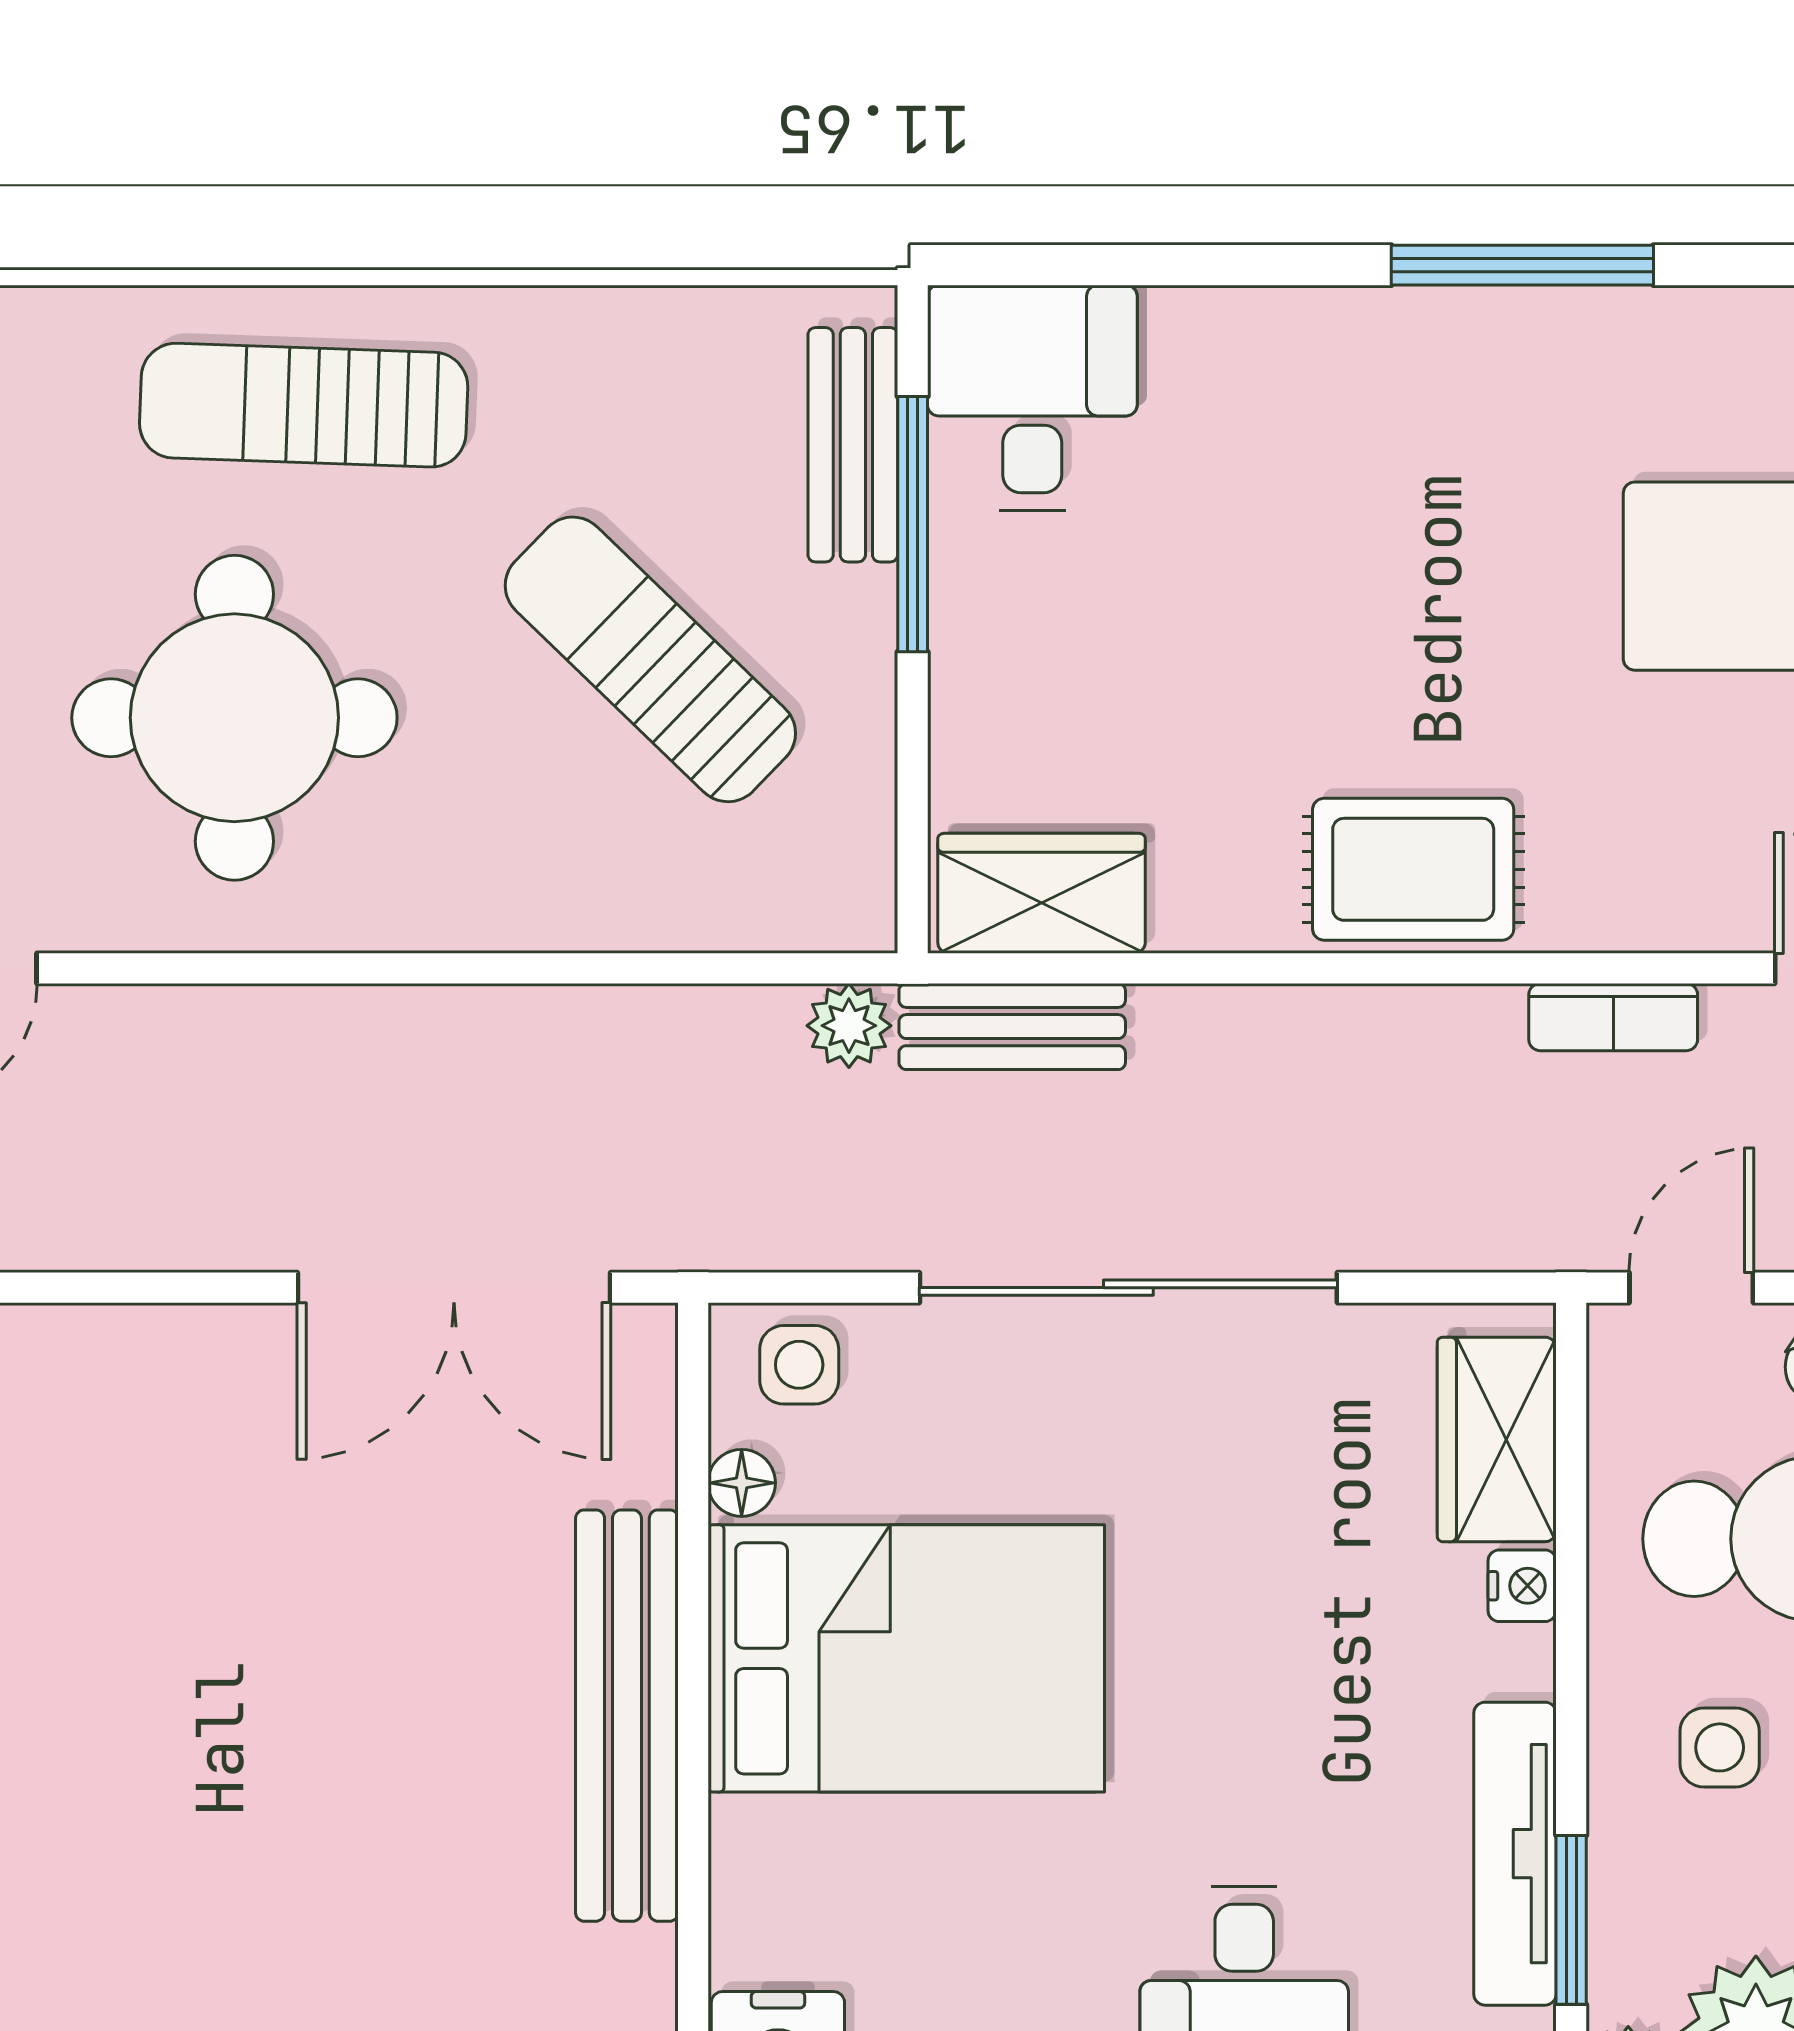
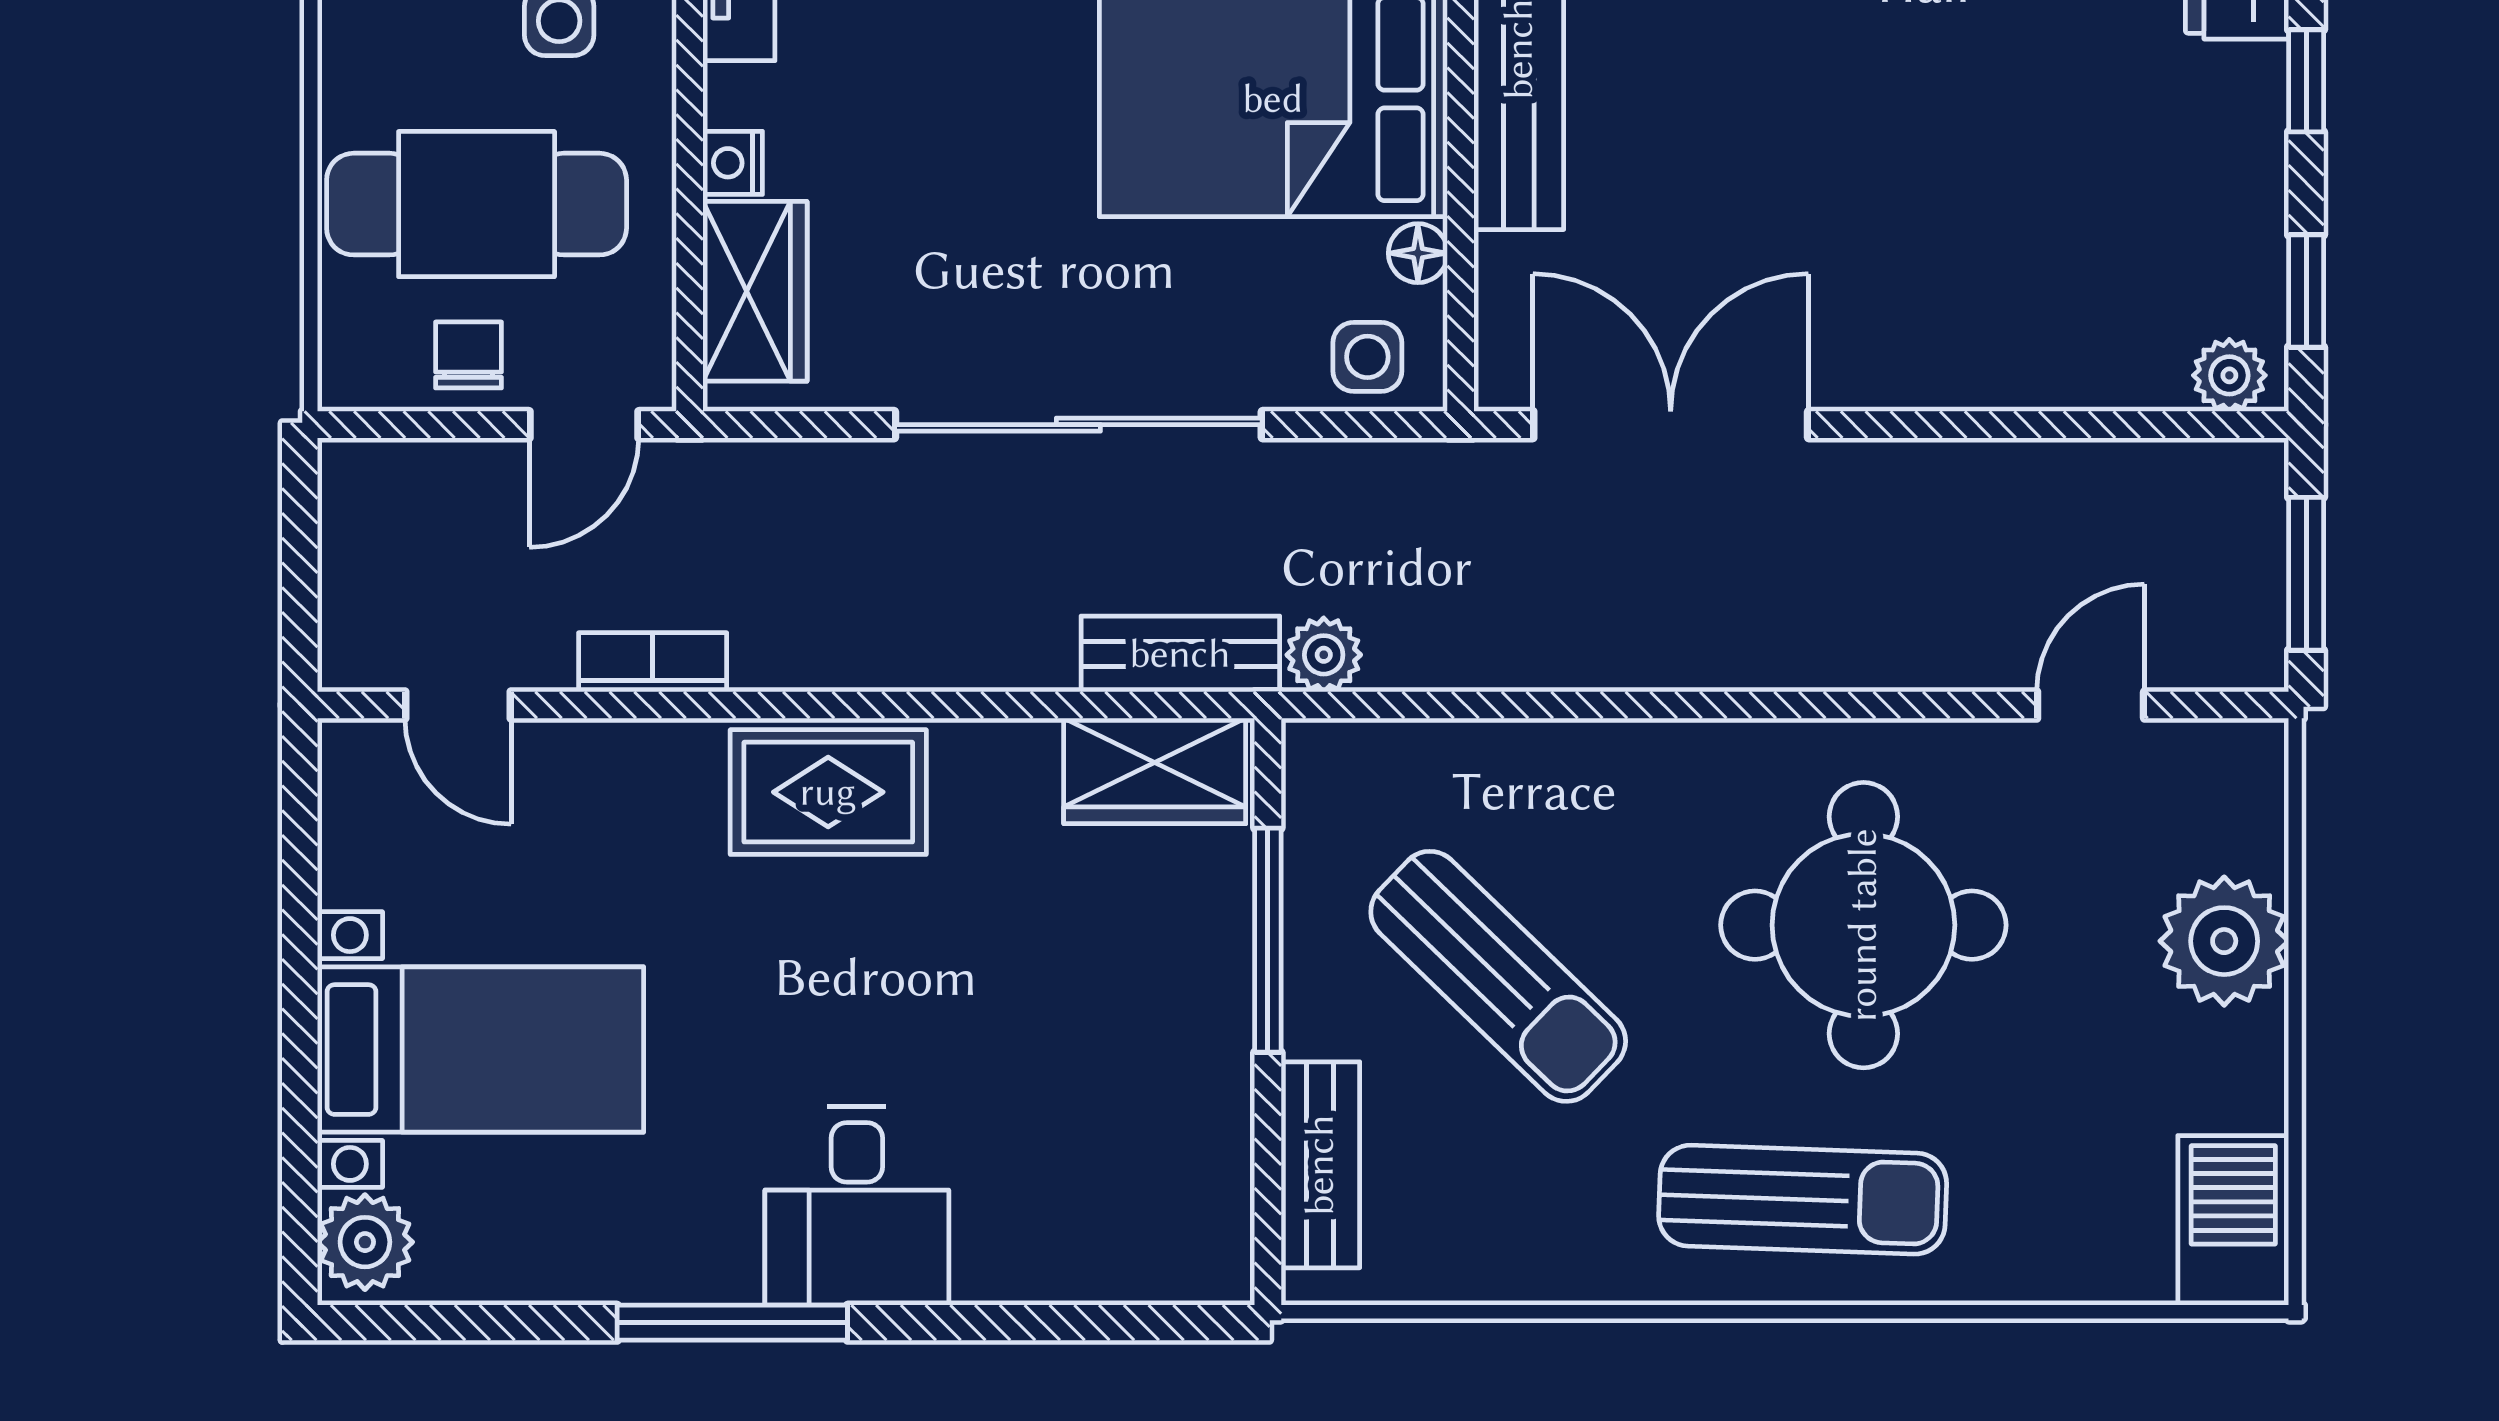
desk: (1032, 398) -> (857, 1206), moved
window: (913, 524) -> (1268, 940), moved

